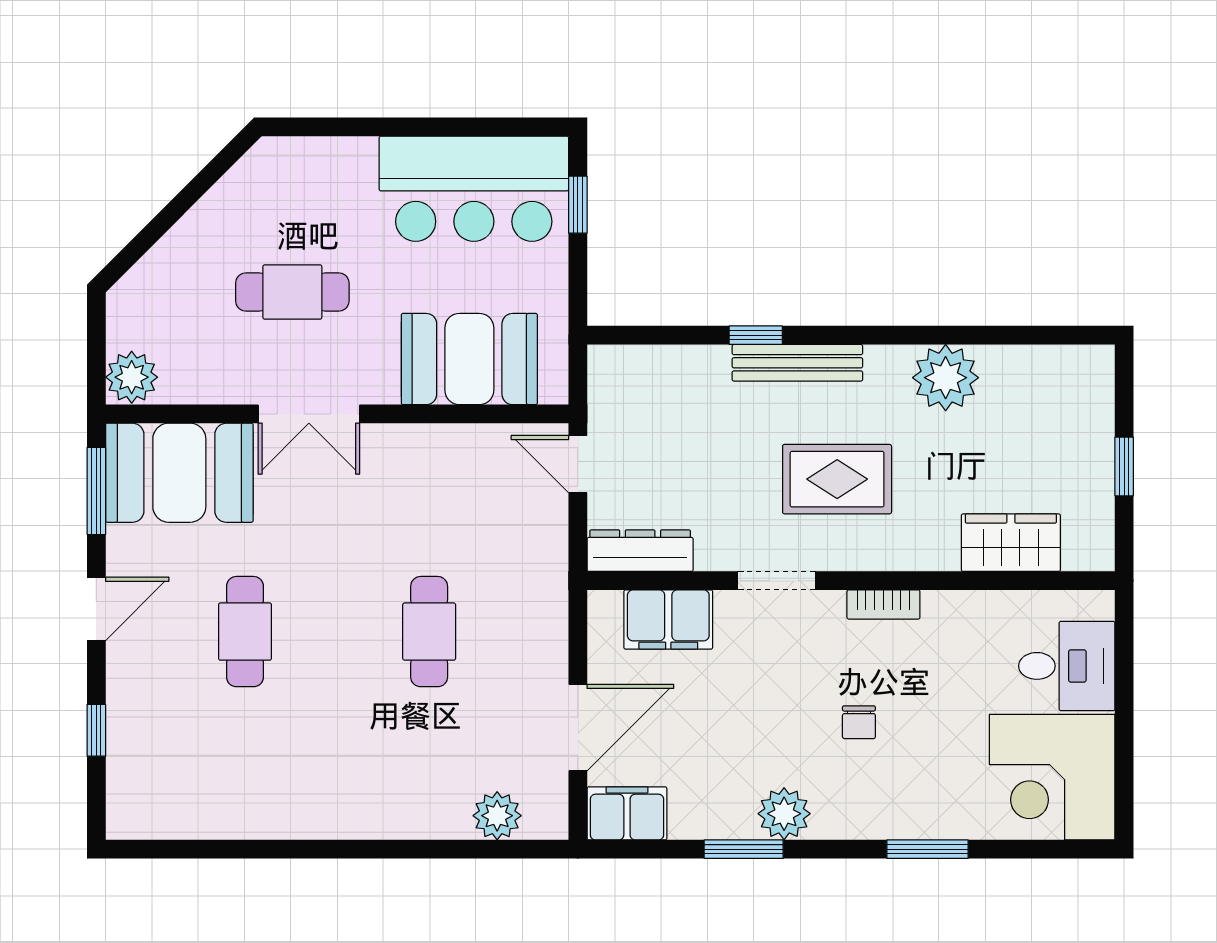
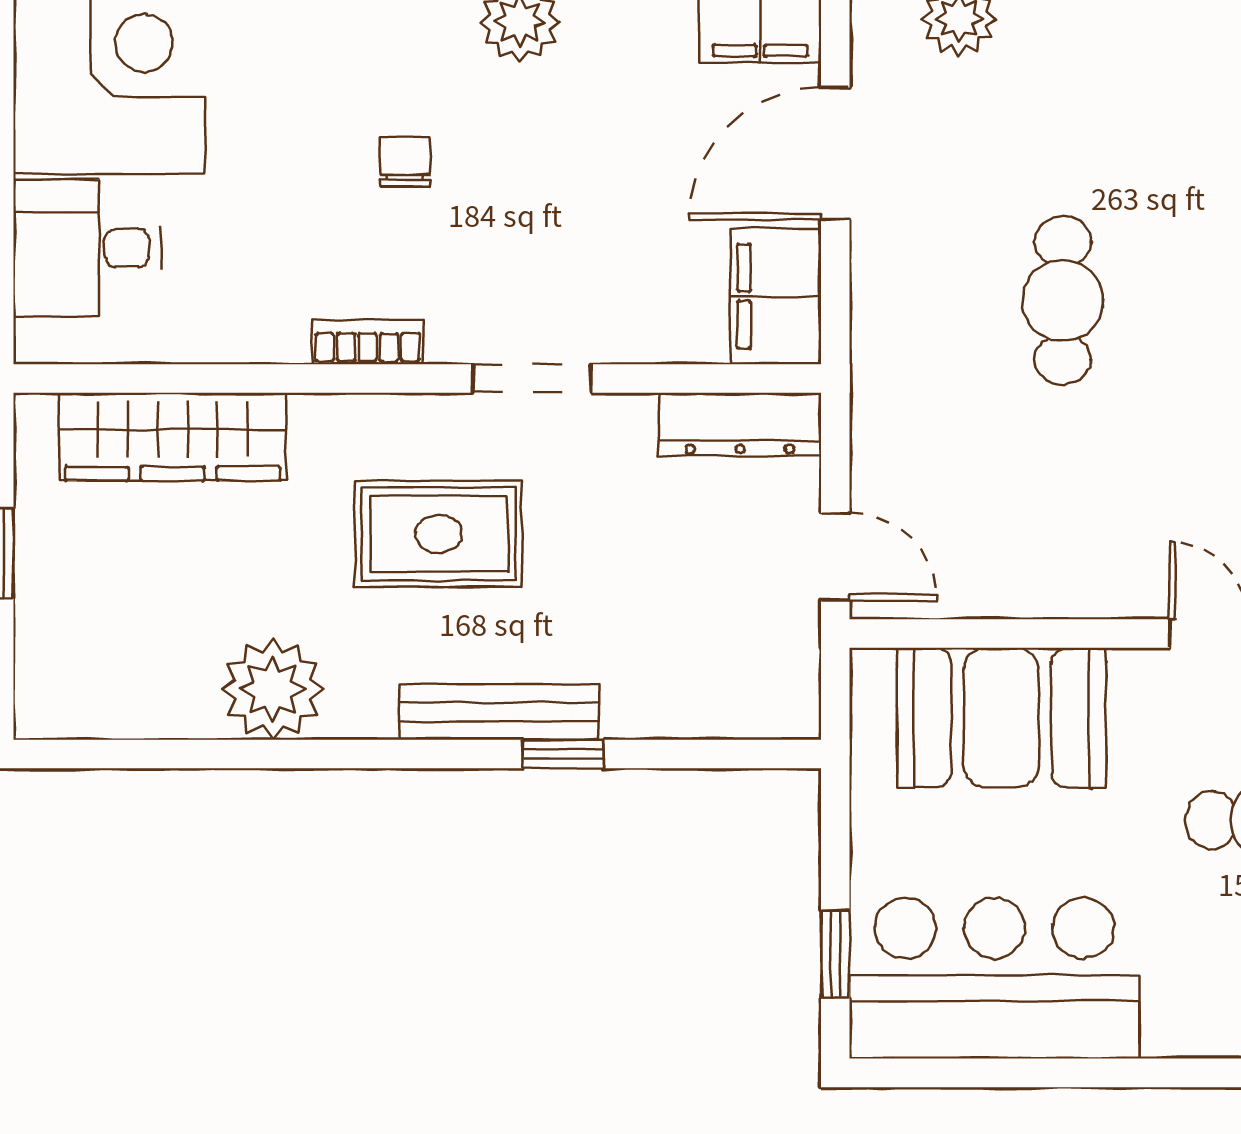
wardrobe: (1011, 543) -> (173, 437), width x1.50
filing cabinet: (668, 620) -> (776, 296), moved, turned -90

